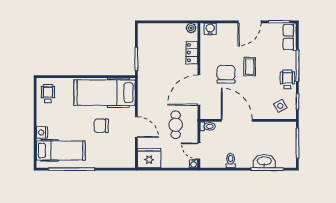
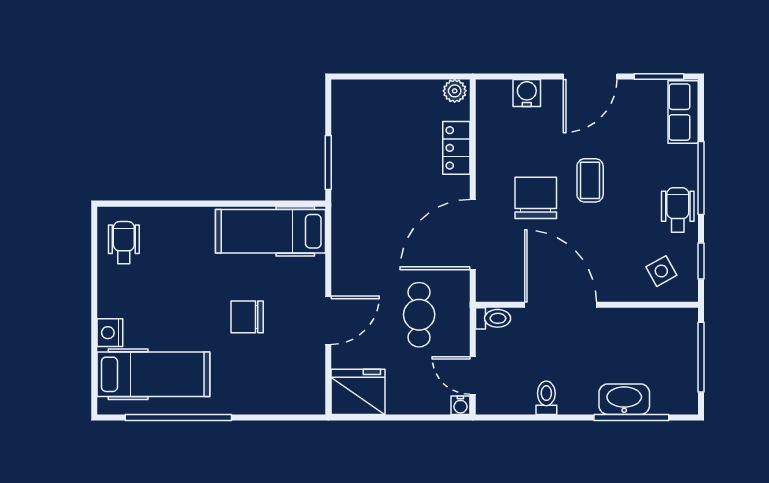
water cooler: (210, 29) -> (527, 93), moved
hospital bed: (105, 93) -> (271, 231), width x0.73, depth x0.78
door: (136, 127) -> (328, 320), hinge flipped

